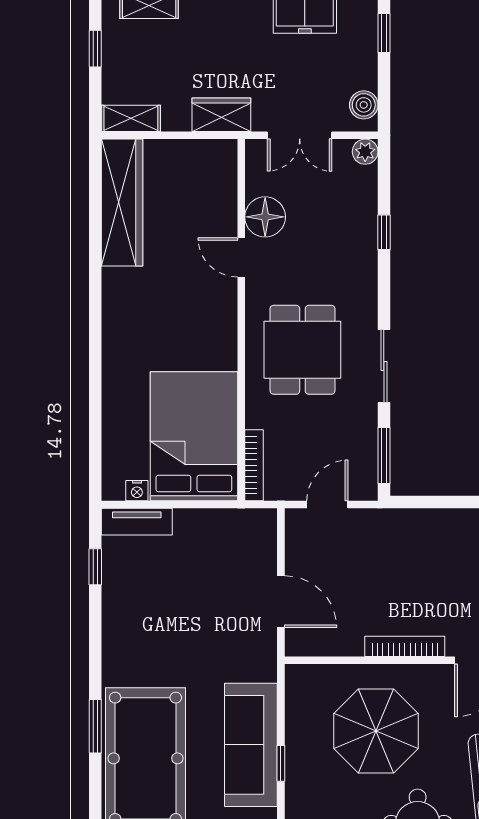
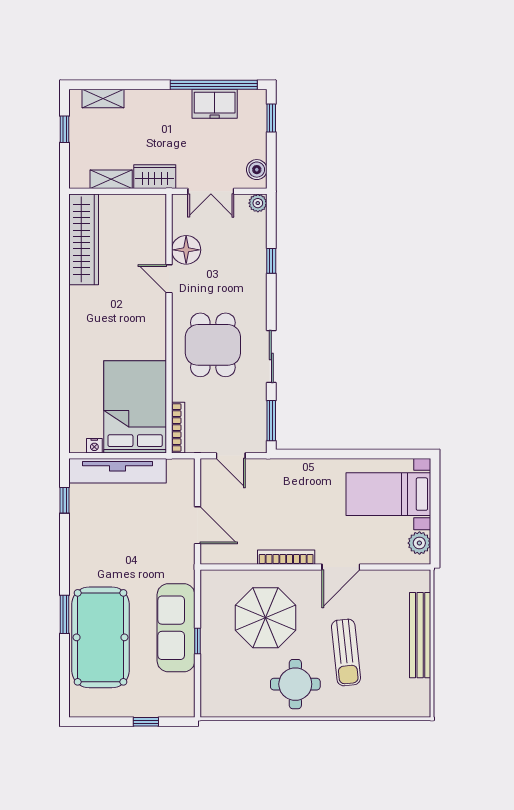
shelving: (131, 118) -> (111, 179), moved
door: (327, 505) -> (231, 456), swing flipped
tv unit: (137, 522) -> (117, 471), width x1.92, depth x1.29

